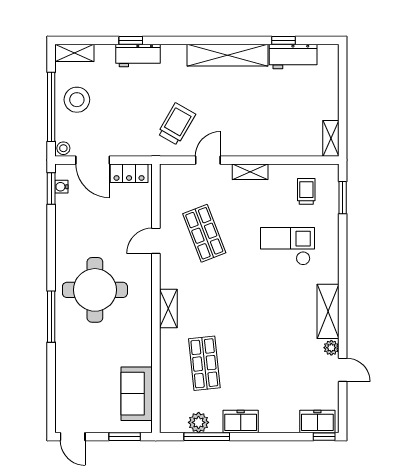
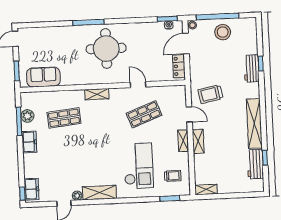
shelving: (74, 53) -> (198, 141), moved
trolley: (177, 124) -> (211, 94), turned 139
checkout: (288, 246) -> (138, 166), width x1.36, depth x1.21

